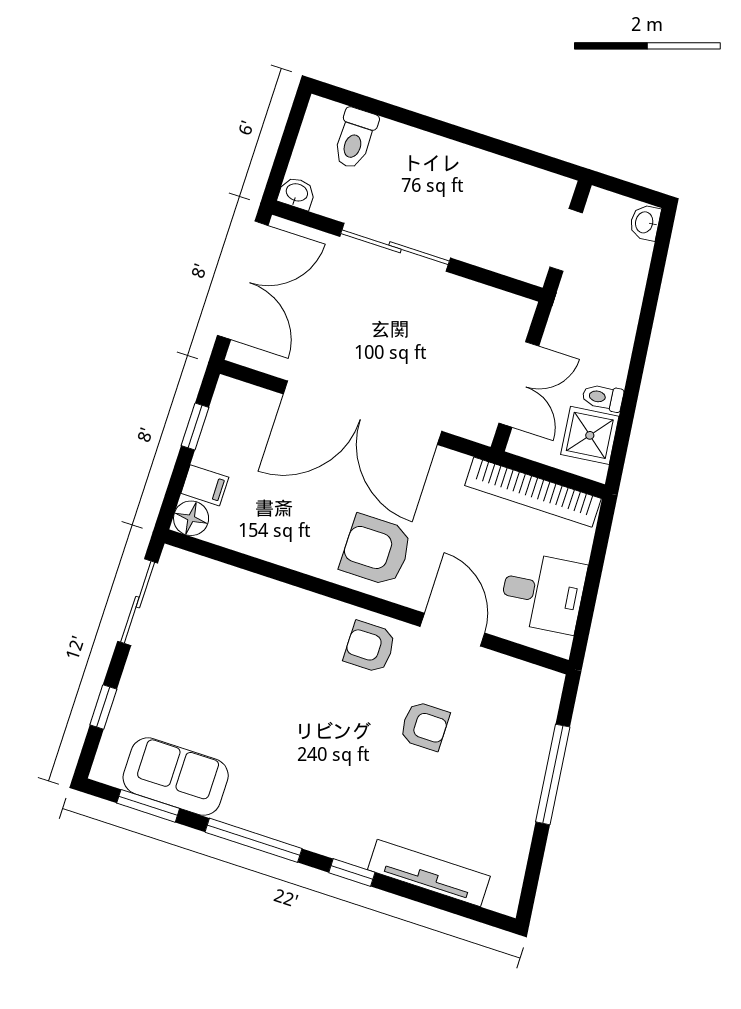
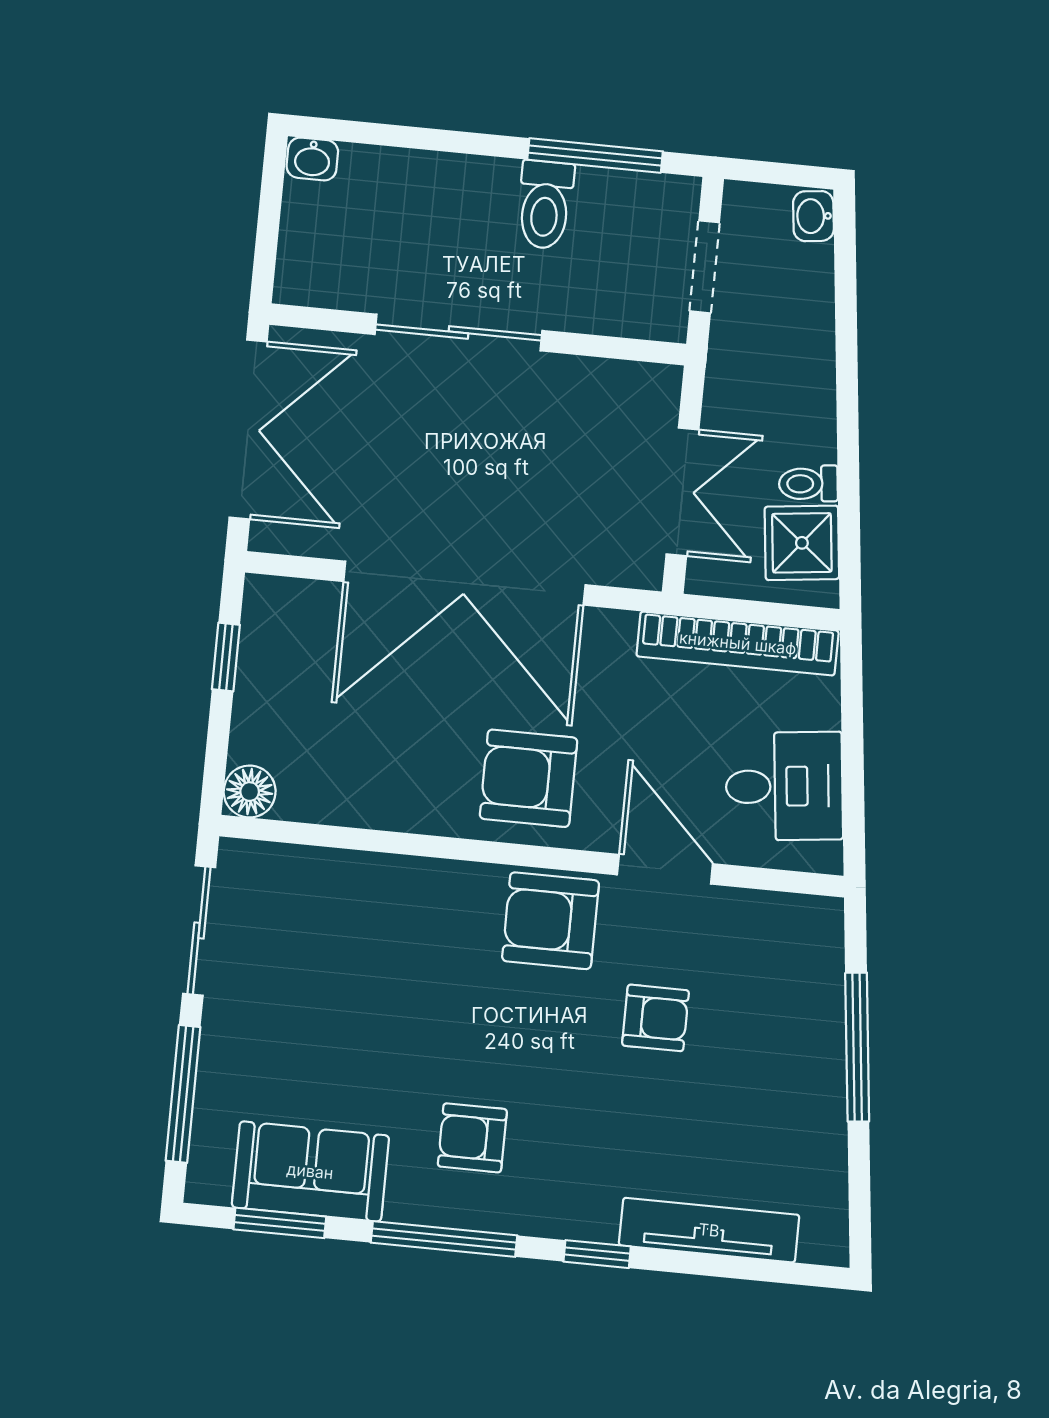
toilet: (355, 138) -> (545, 205), moved
window: (510, 151) -> (595, 155), added
washbasin: (297, 193) -> (312, 159), moved, turned 180
filing cabinet: (205, 485) -> (259, 739), removed
armchair: (370, 647) -> (551, 921), width x1.38, depth x1.38
window: (103, 707) -> (183, 1094), width x2.17
armchair: (287, 778) -> (472, 1138), added

